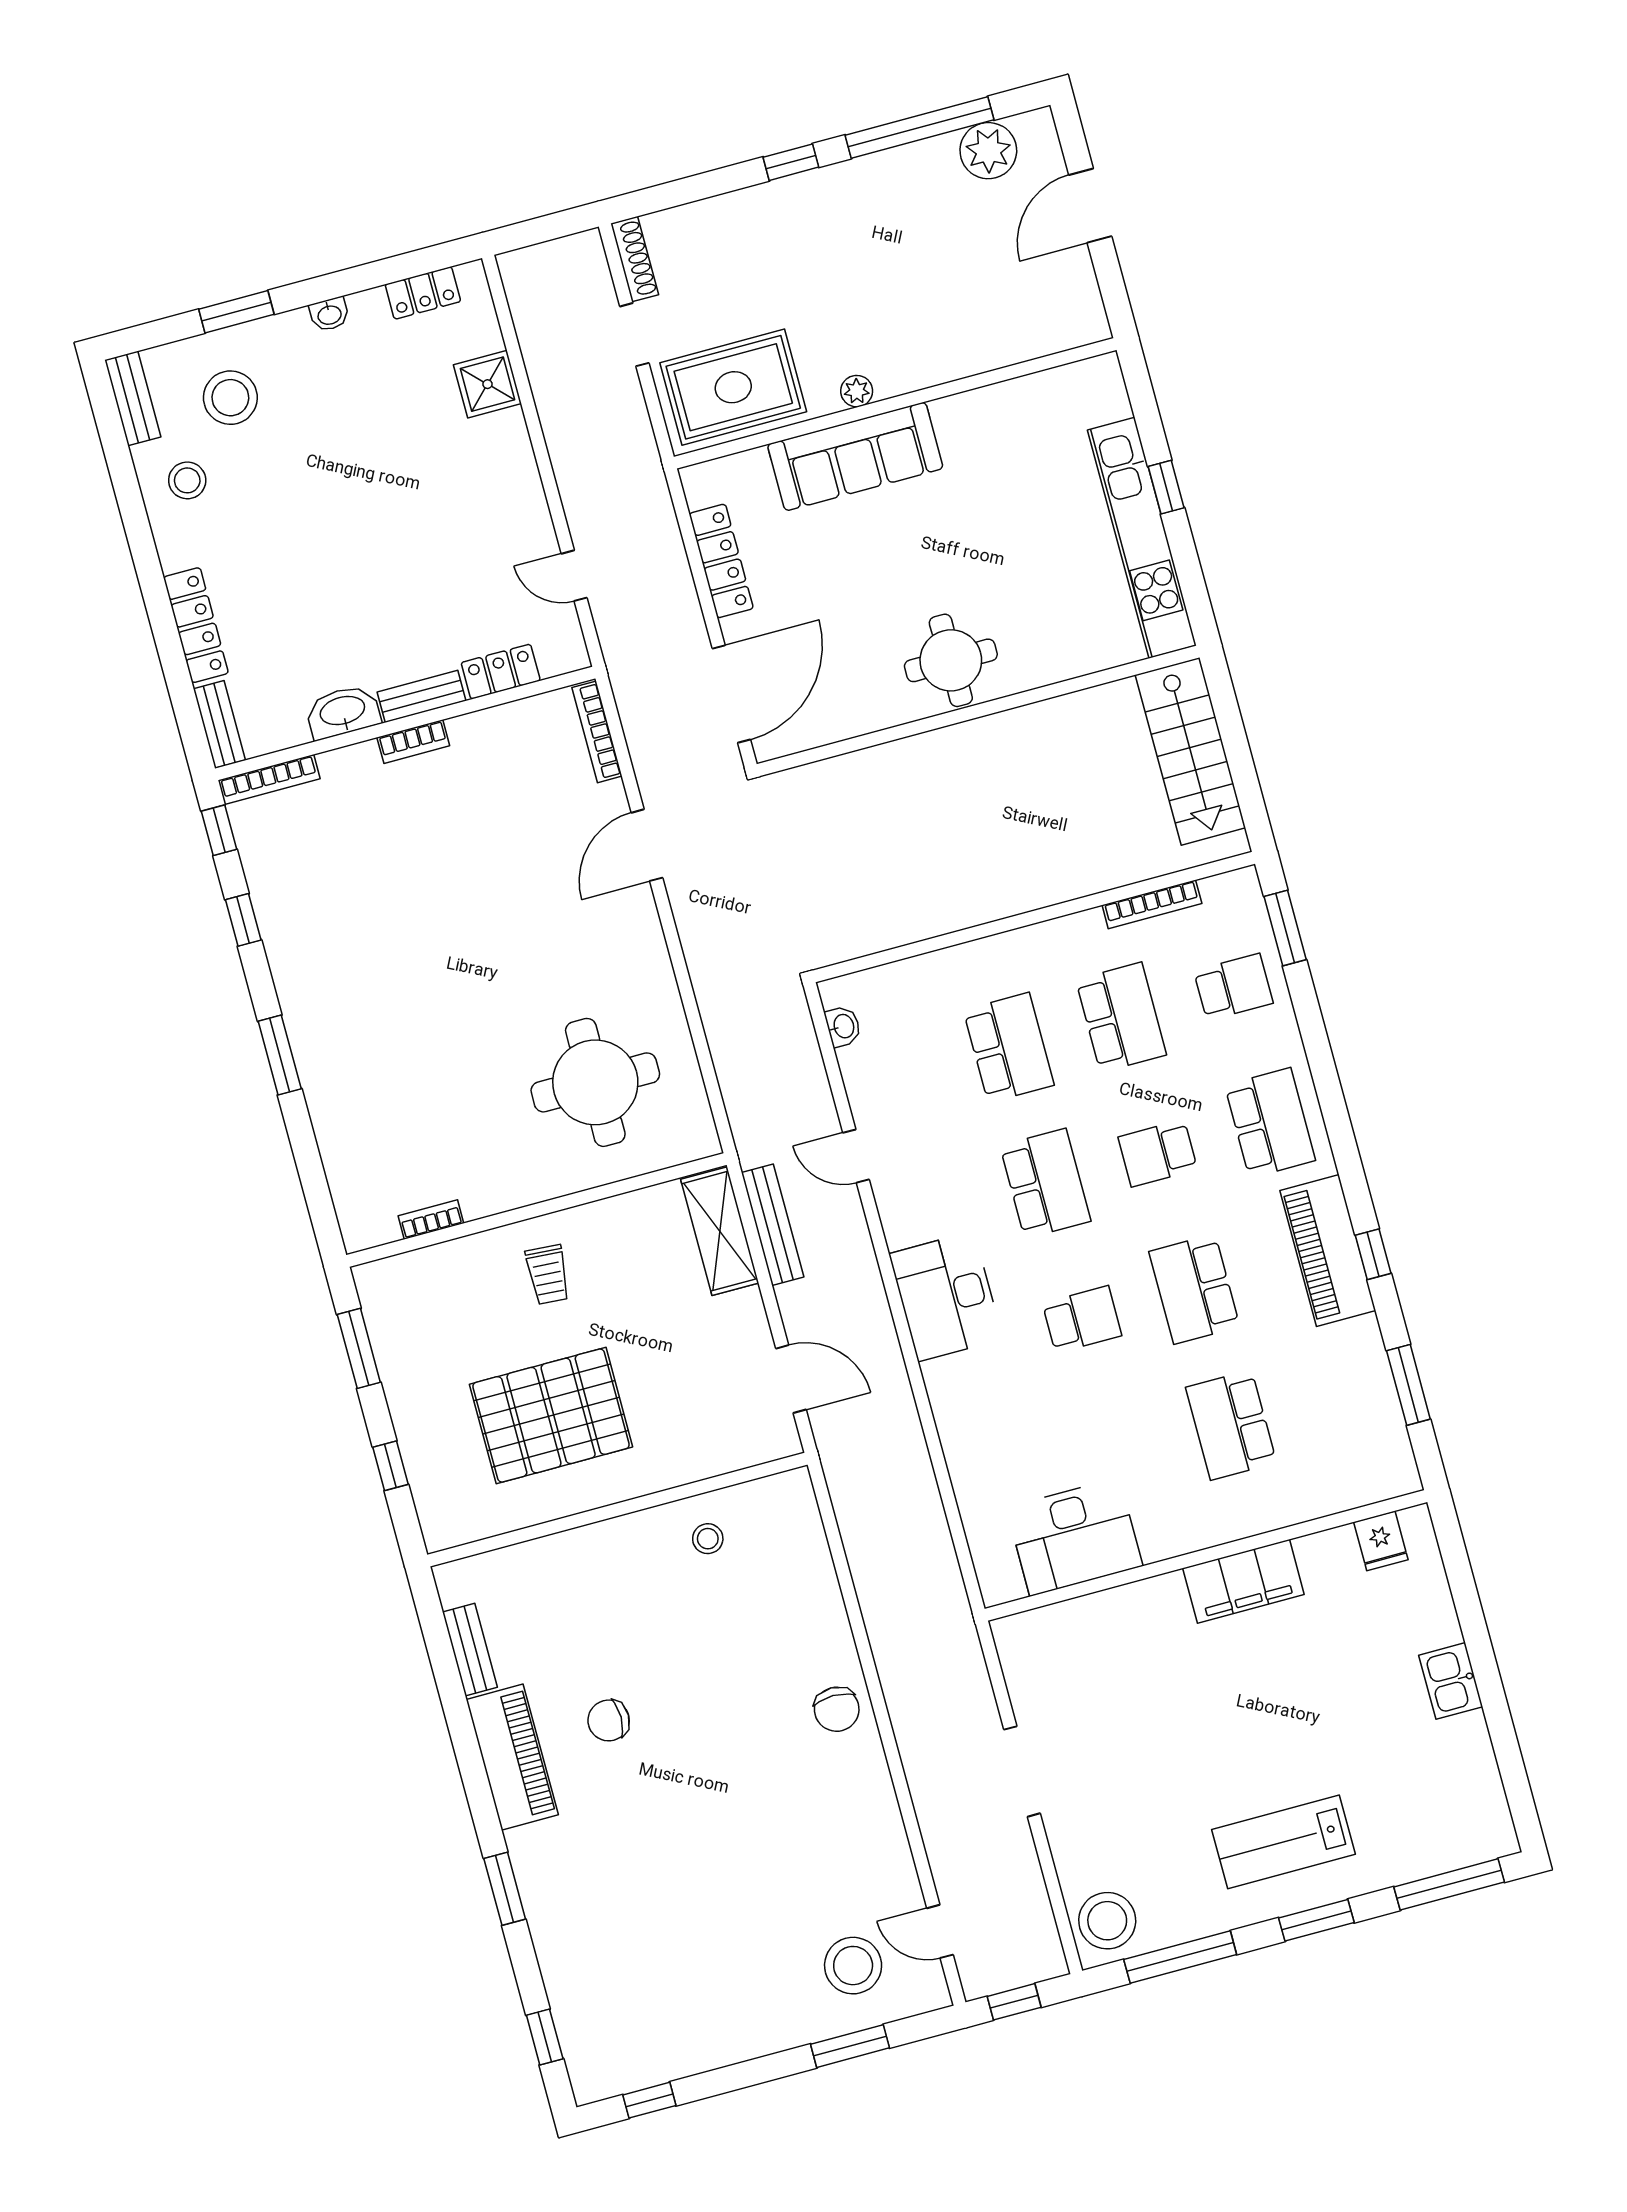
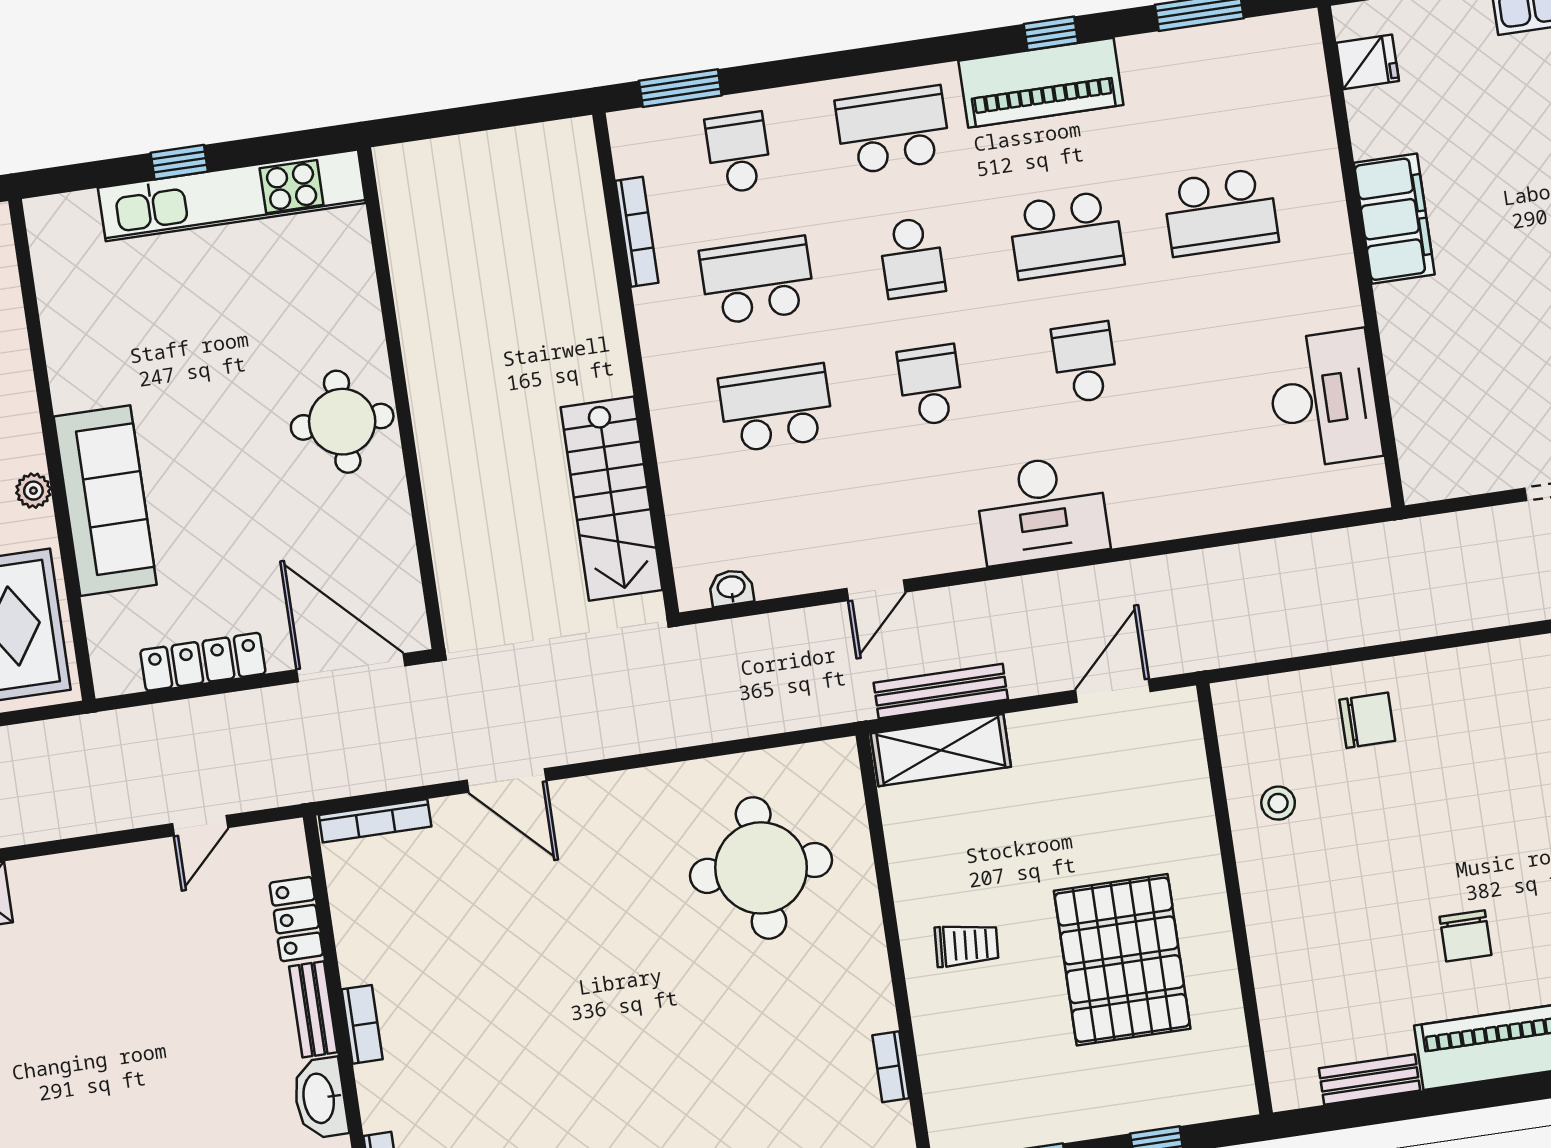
stairs: (1190, 751) -> (612, 499), moved, turned 90
school desk: (1045, 1183) -> (931, 385), width x0.54
chair: (837, 1709) -> (1367, 720), moved

